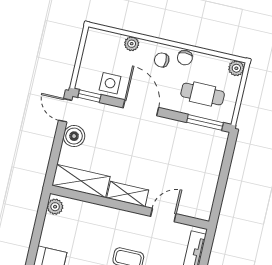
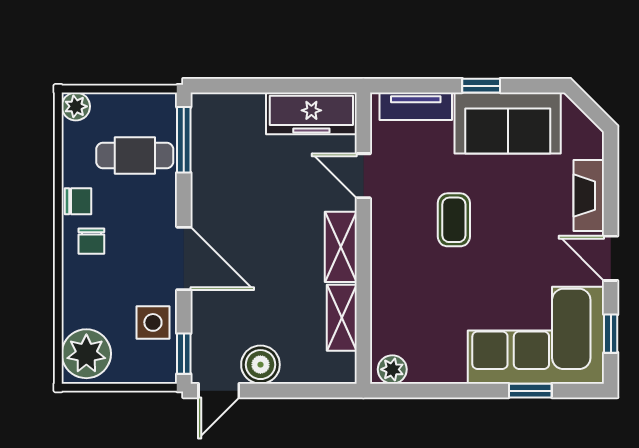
plant: (132, 44) -> (86, 354), moved, width x1.88, depth x1.88
cafe table: (203, 94) -> (135, 156), turned 90
door: (141, 108) -> (184, 258), swing flipped
shelving: (81, 181) -> (342, 318), width x0.67, depth x0.75
freezer: (203, 195) -> (311, 113), added

